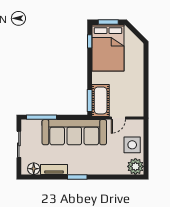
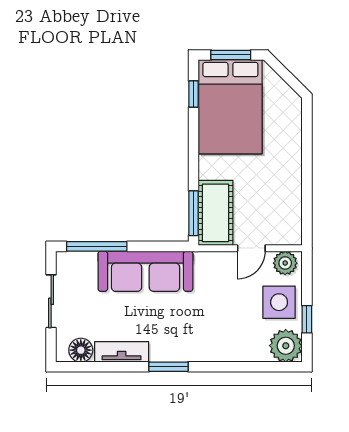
plant: (135, 125) -> (285, 263), added
sofa: (74, 132) -> (145, 271), width x0.74, depth x0.79
window: (146, 153) -> (307, 319), added

